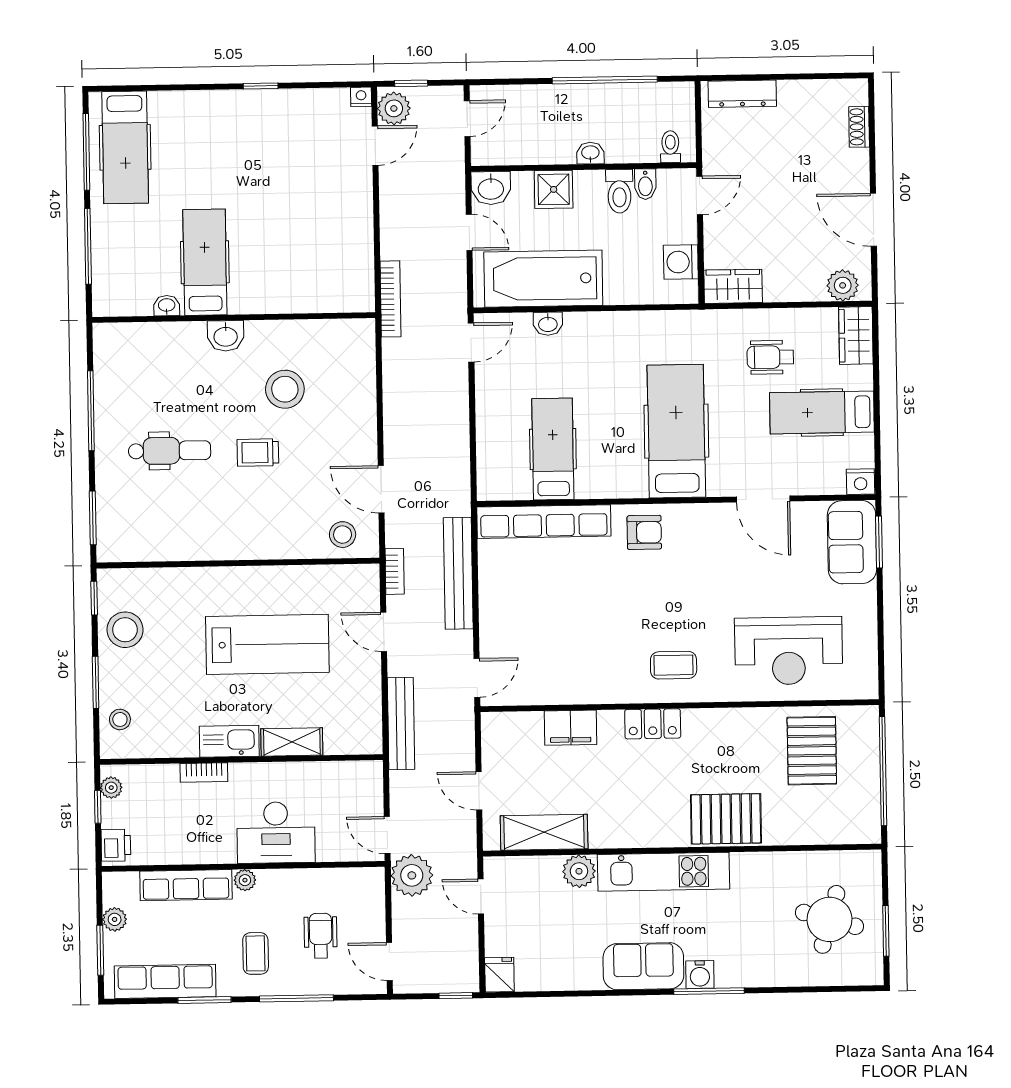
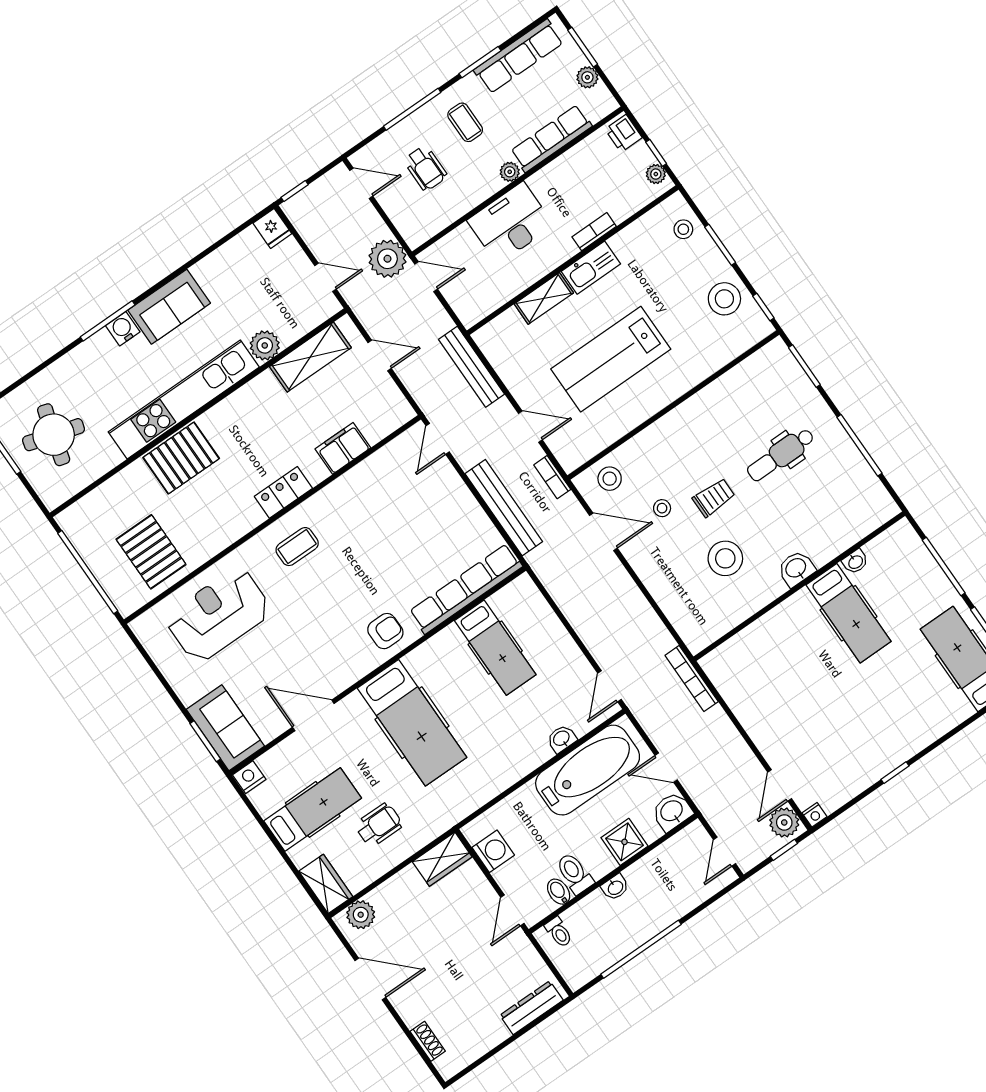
stool: (312, 475) -> (662, 508), added
armchair: (644, 532) -> (385, 631), turned 180
kitchen unit: (664, 872) -> (184, 400), width x1.36

